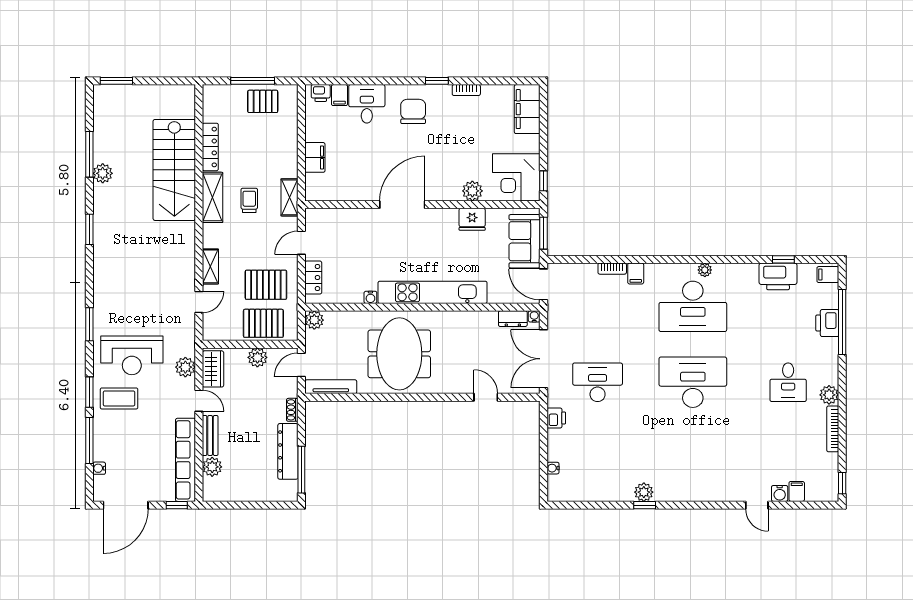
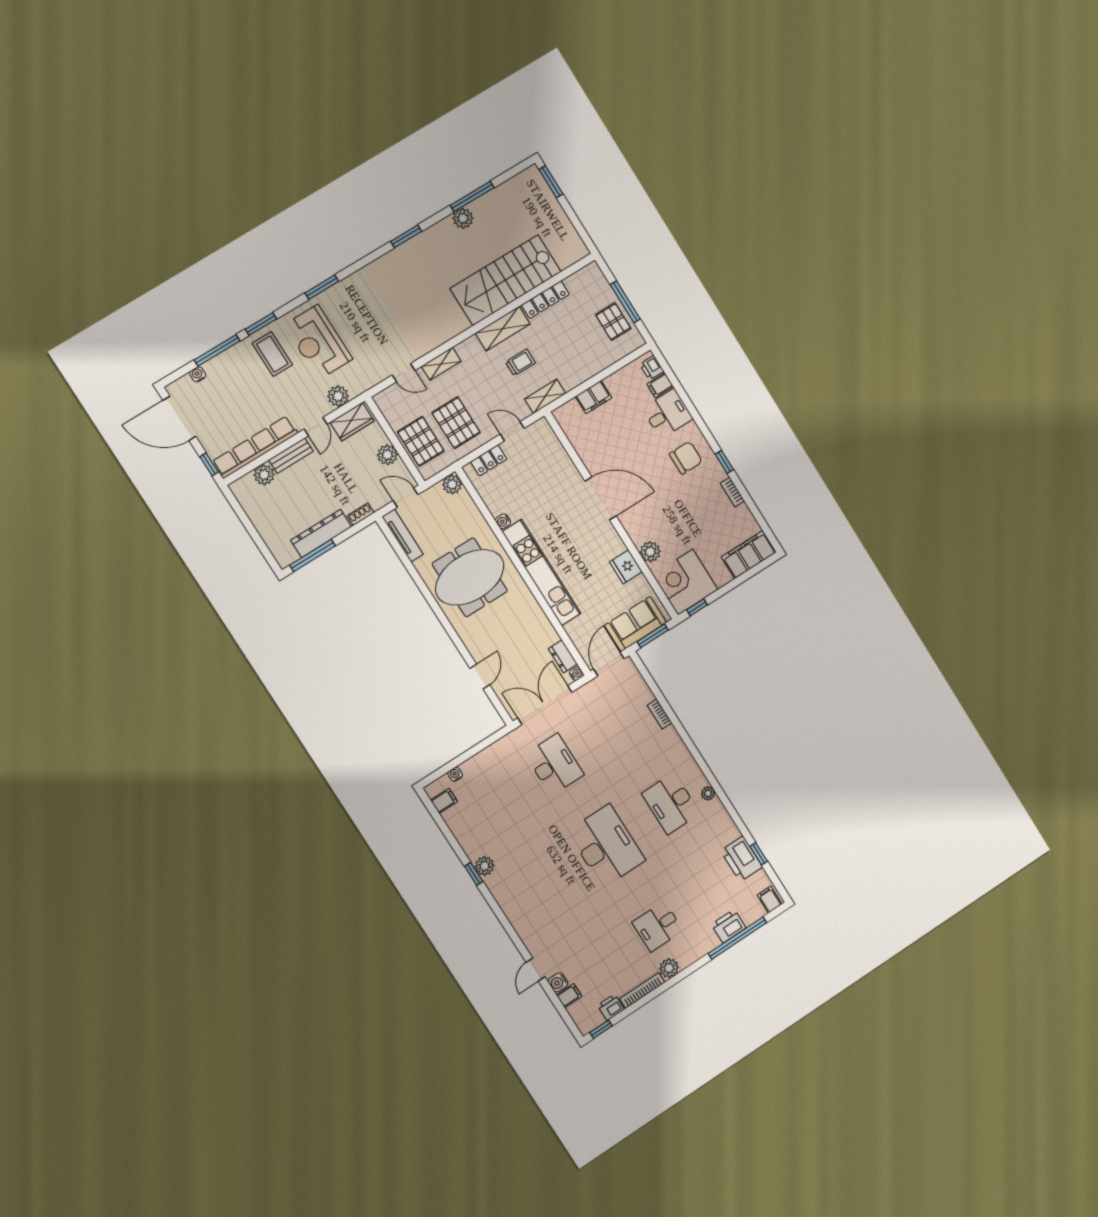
filing cabinet: (636, 273) -> (444, 801), moved, turned 180
desk: (693, 306) -> (671, 803), width x0.73, depth x0.77
printer: (556, 418) -> (611, 1007), moved, turned 180

